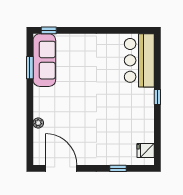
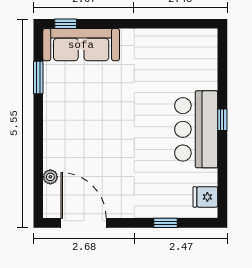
sofa: (44, 60) -> (81, 45), moved, turned 90
bar counter: (139, 60) -> (196, 129), moved
plant: (38, 123) -> (50, 177), moved

